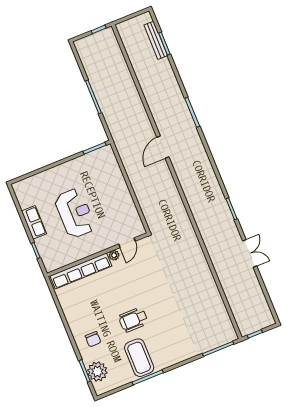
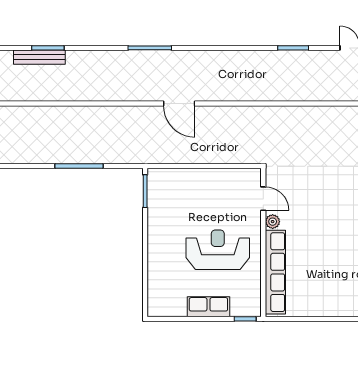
door: (127, 243) -> (263, 199), moved
wall: (97, 255) -> (263, 242), moved
plant: (114, 255) -> (273, 222), moved
row of seats: (81, 271) -> (275, 272), moved

